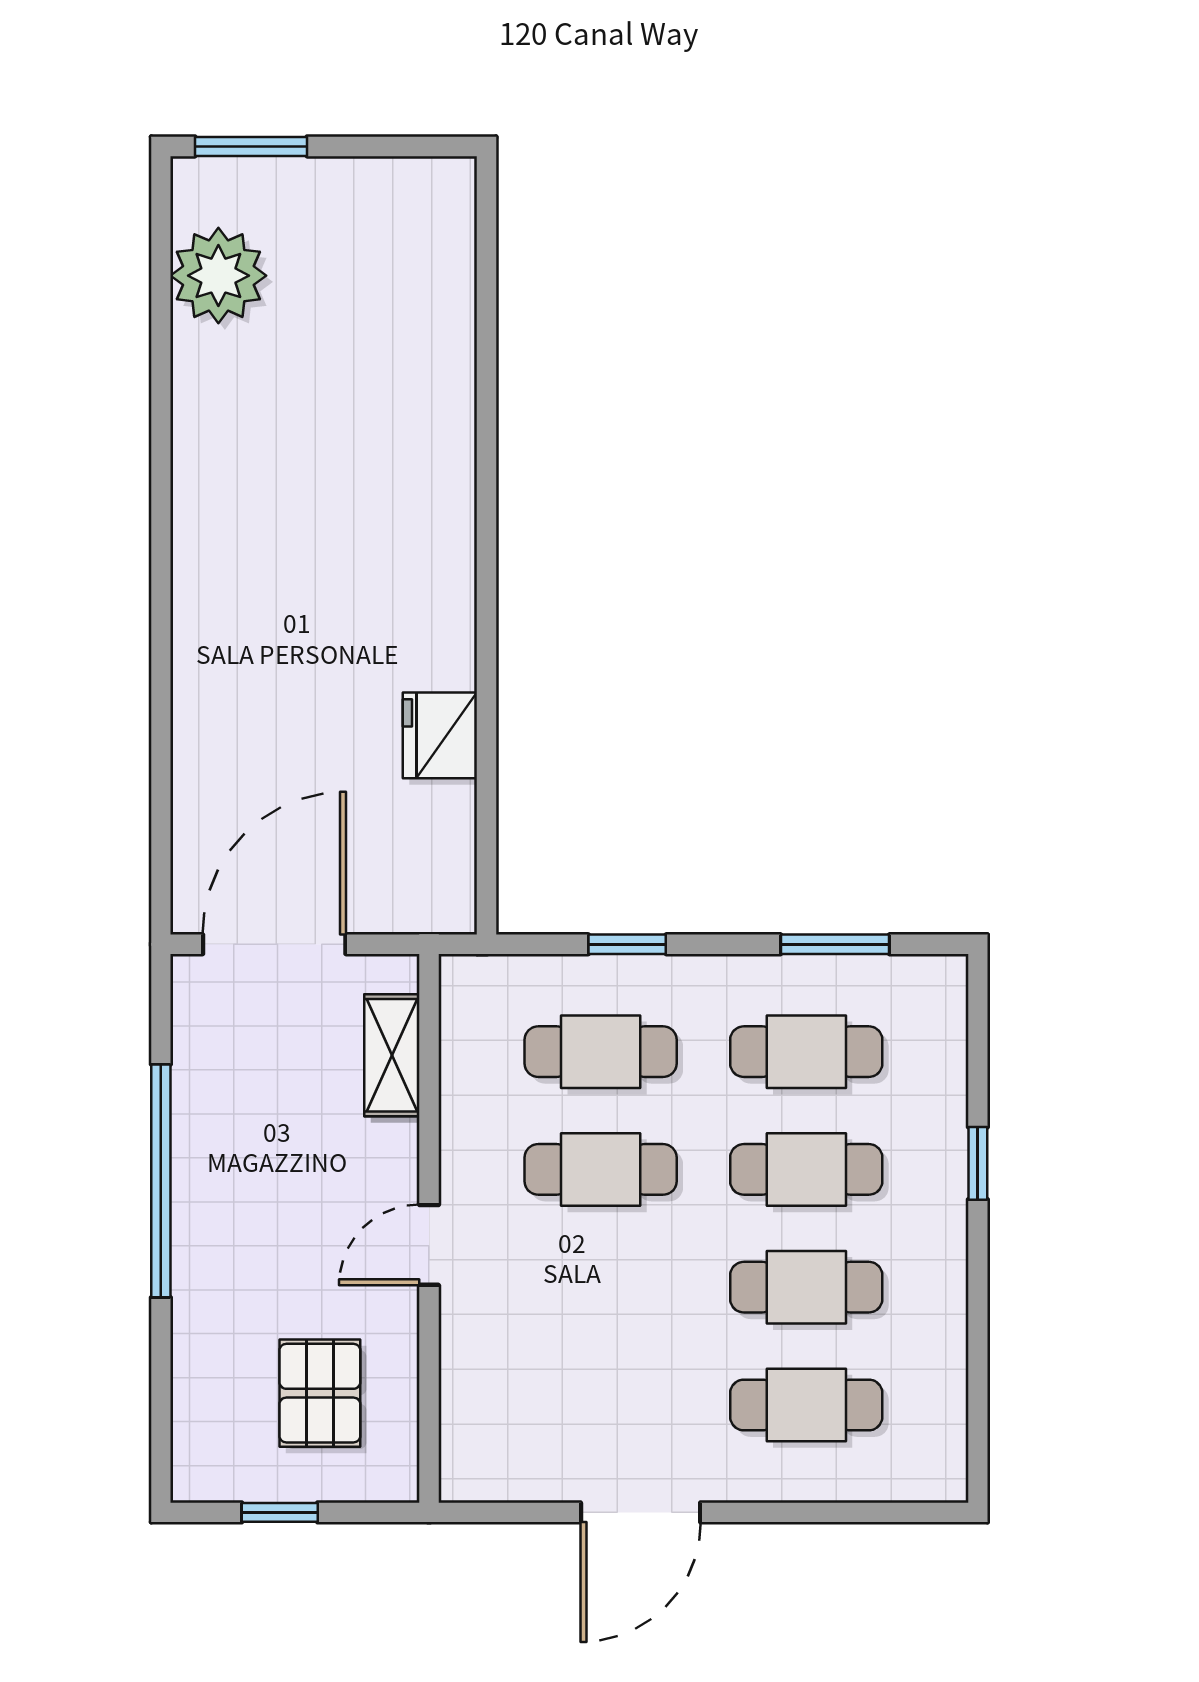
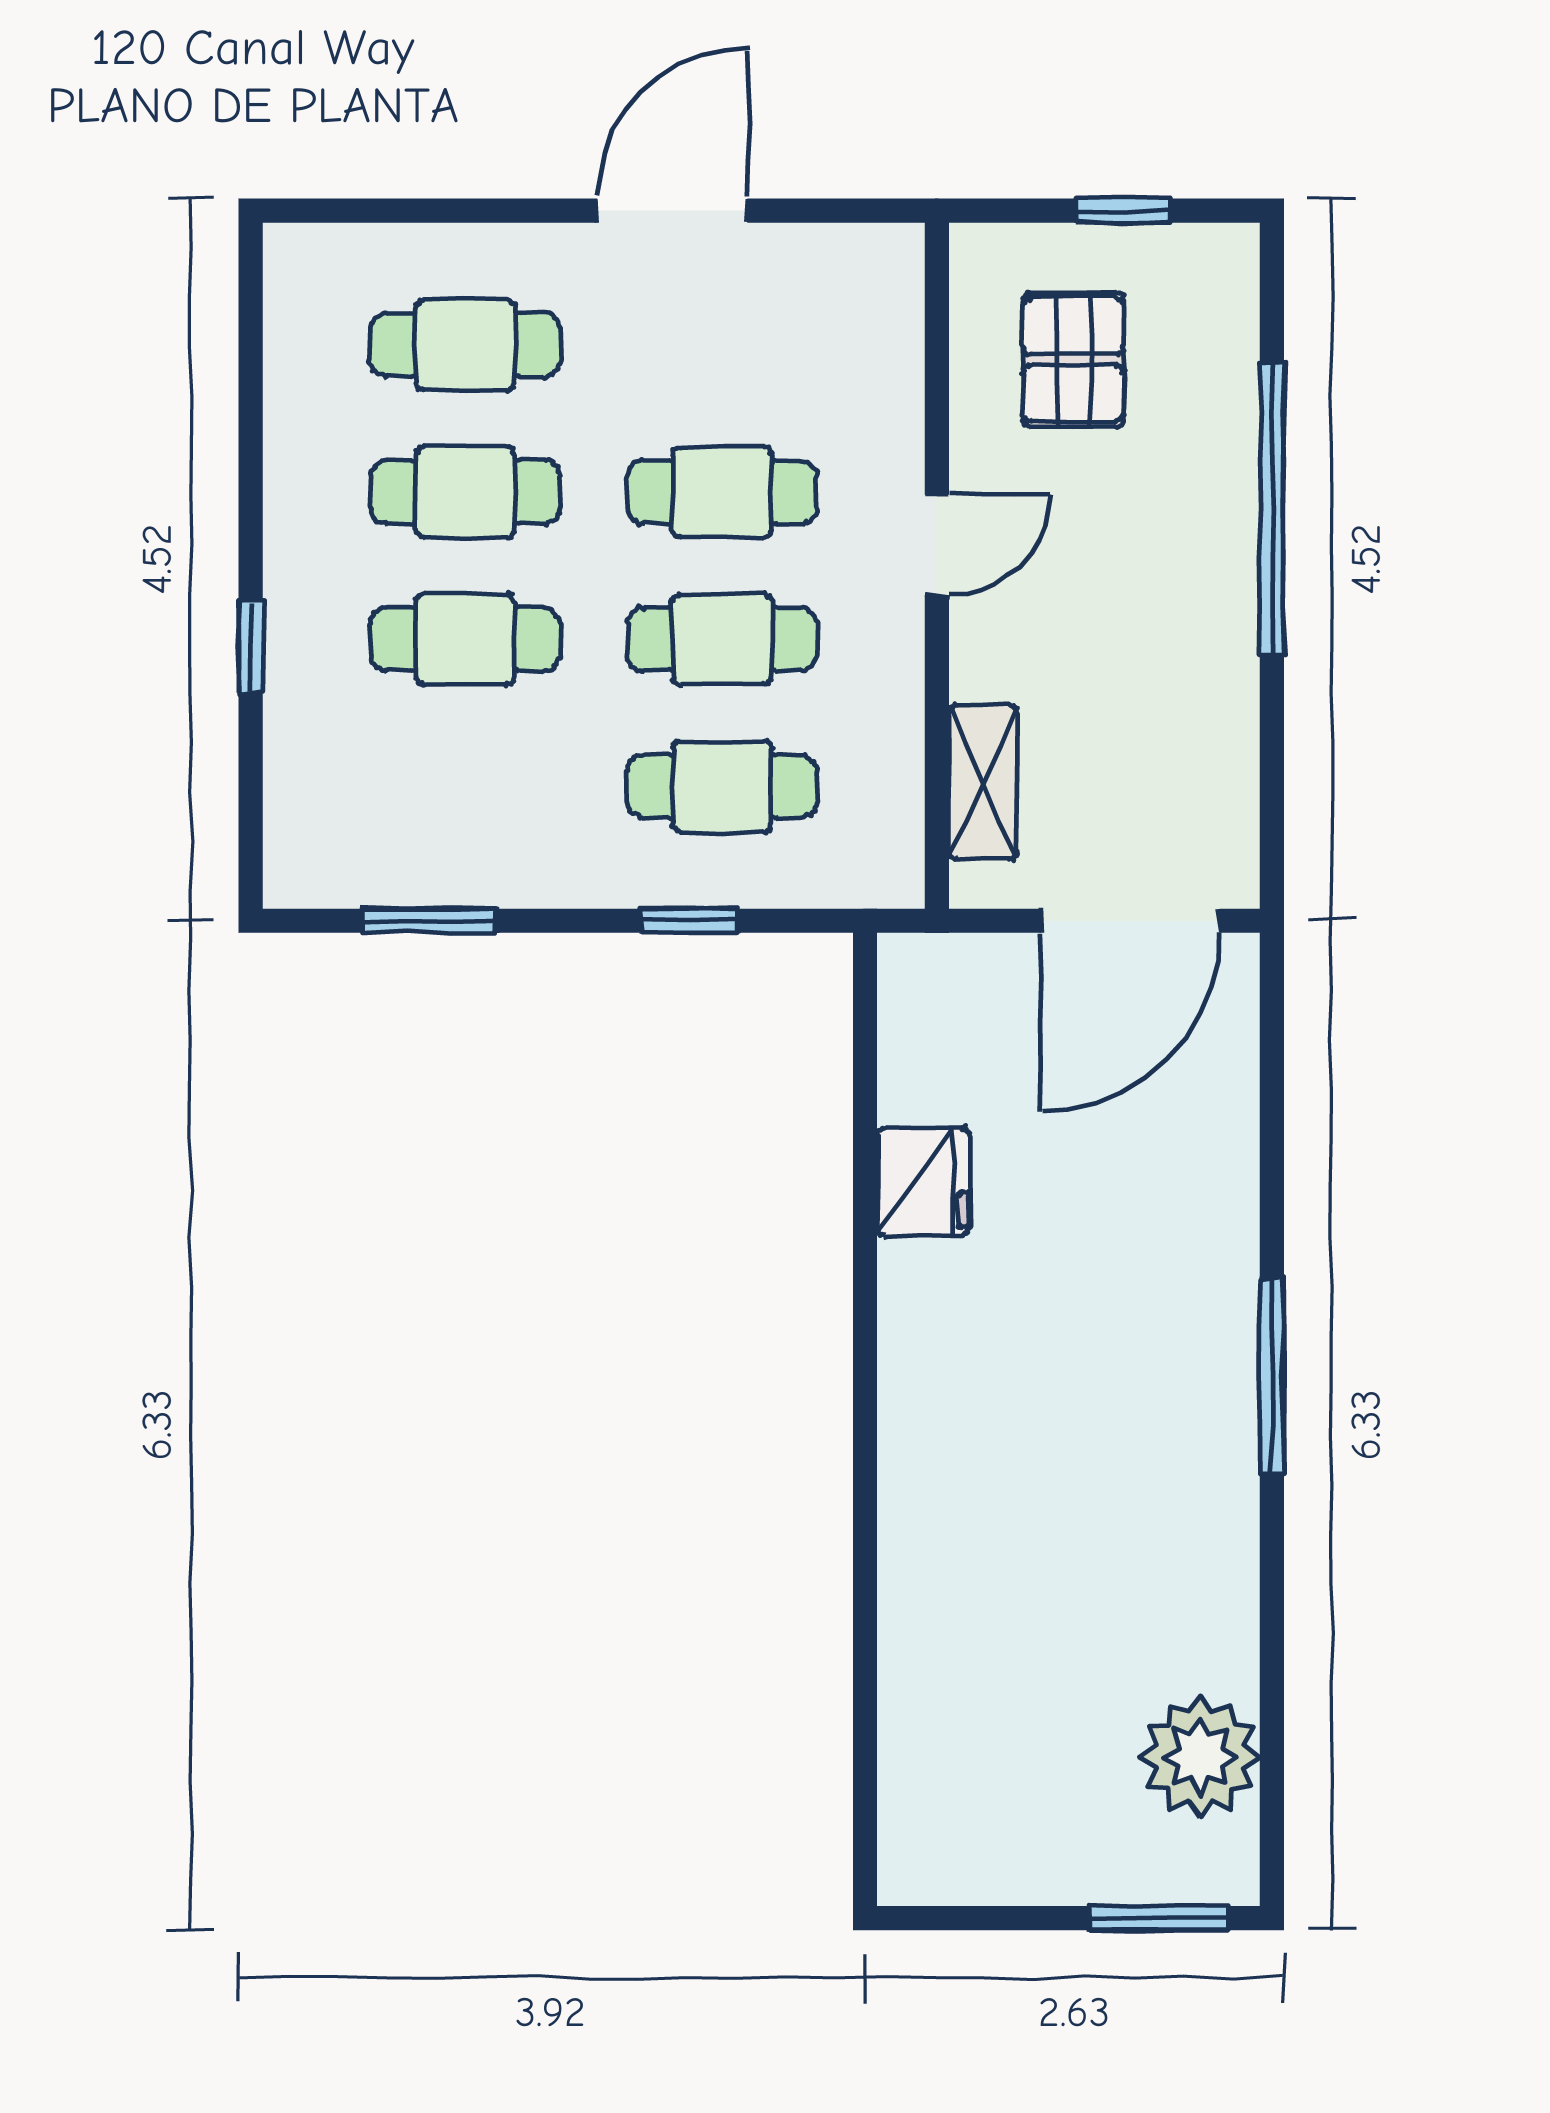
window: (161, 580) -> (1272, 1376), added
cafe table: (806, 1052) -> (722, 492), moved
window: (161, 1181) -> (1272, 509), moved

